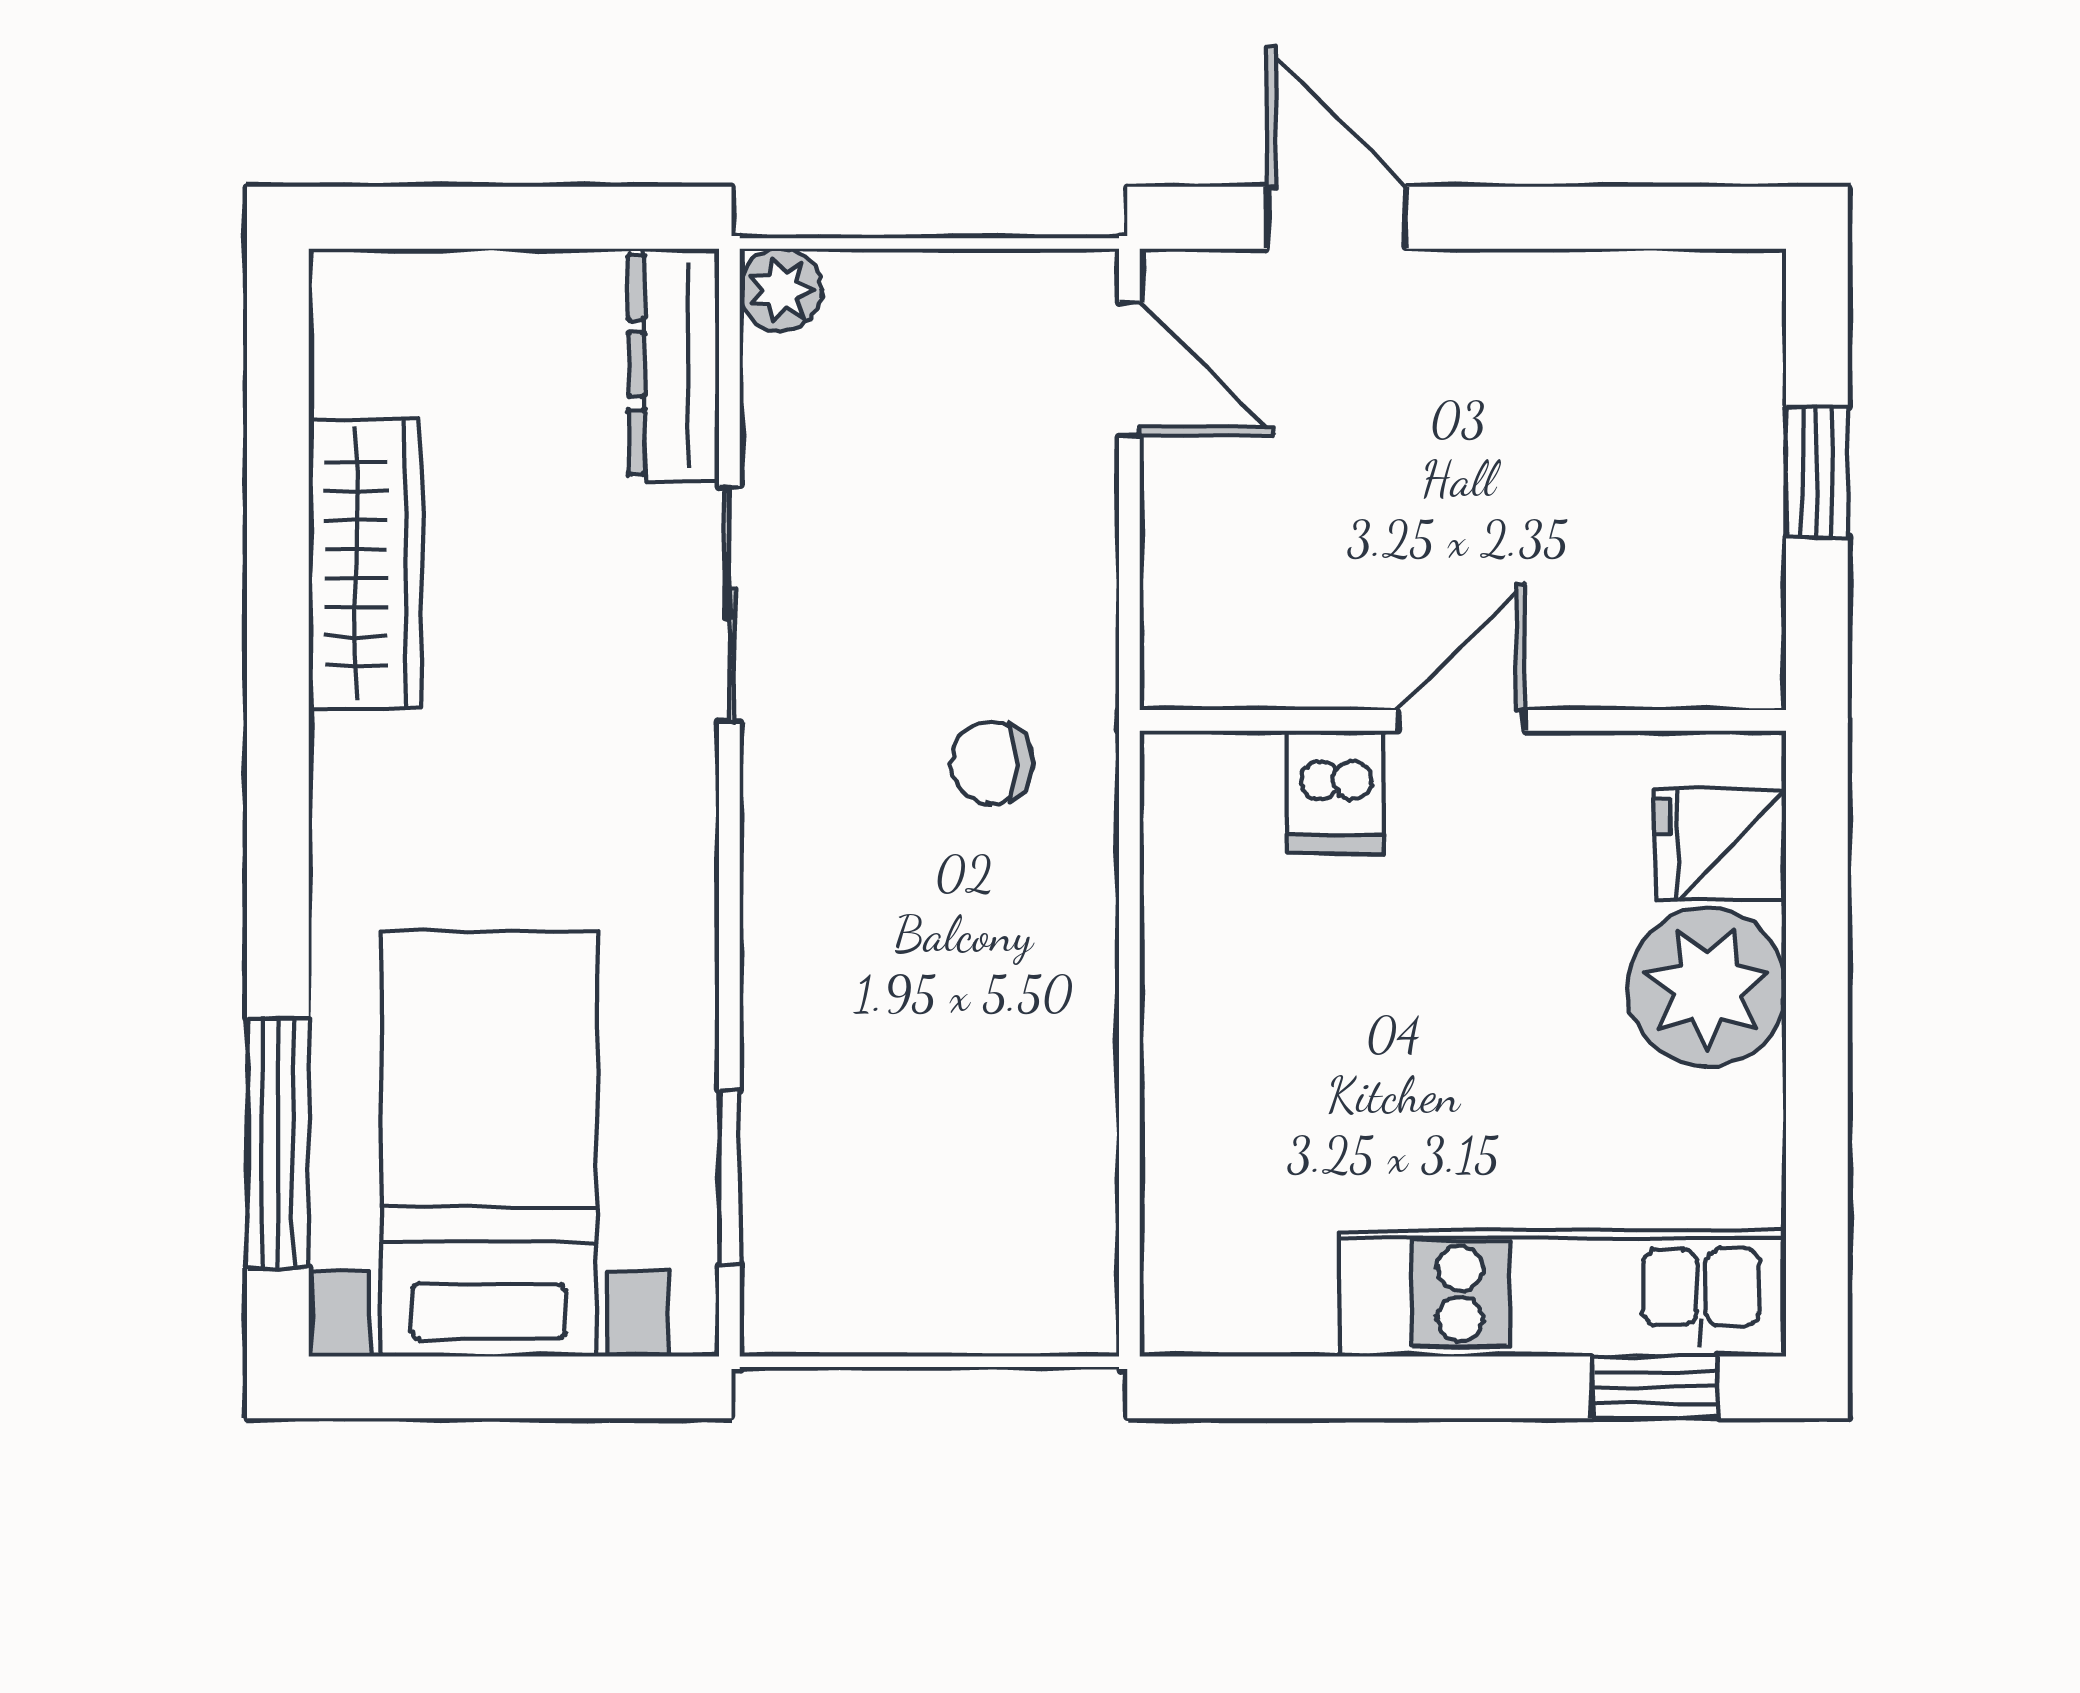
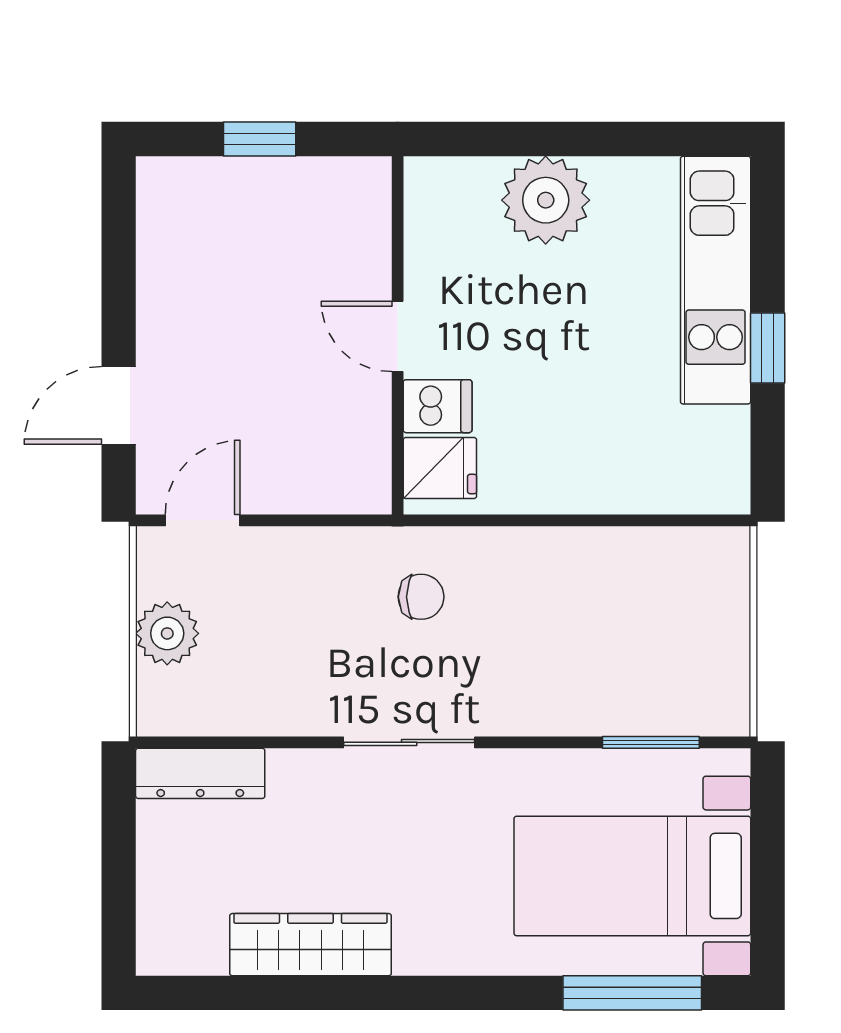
plant: (781, 290) -> (167, 633), moved, width x1.38, depth x1.38
sliding door: (729, 604) -> (409, 742), moved
chair: (992, 763) -> (421, 597), turned -90
fridge: (1720, 844) -> (440, 468), moved, turned -90
window: (1655, 1387) -> (768, 348), moved

